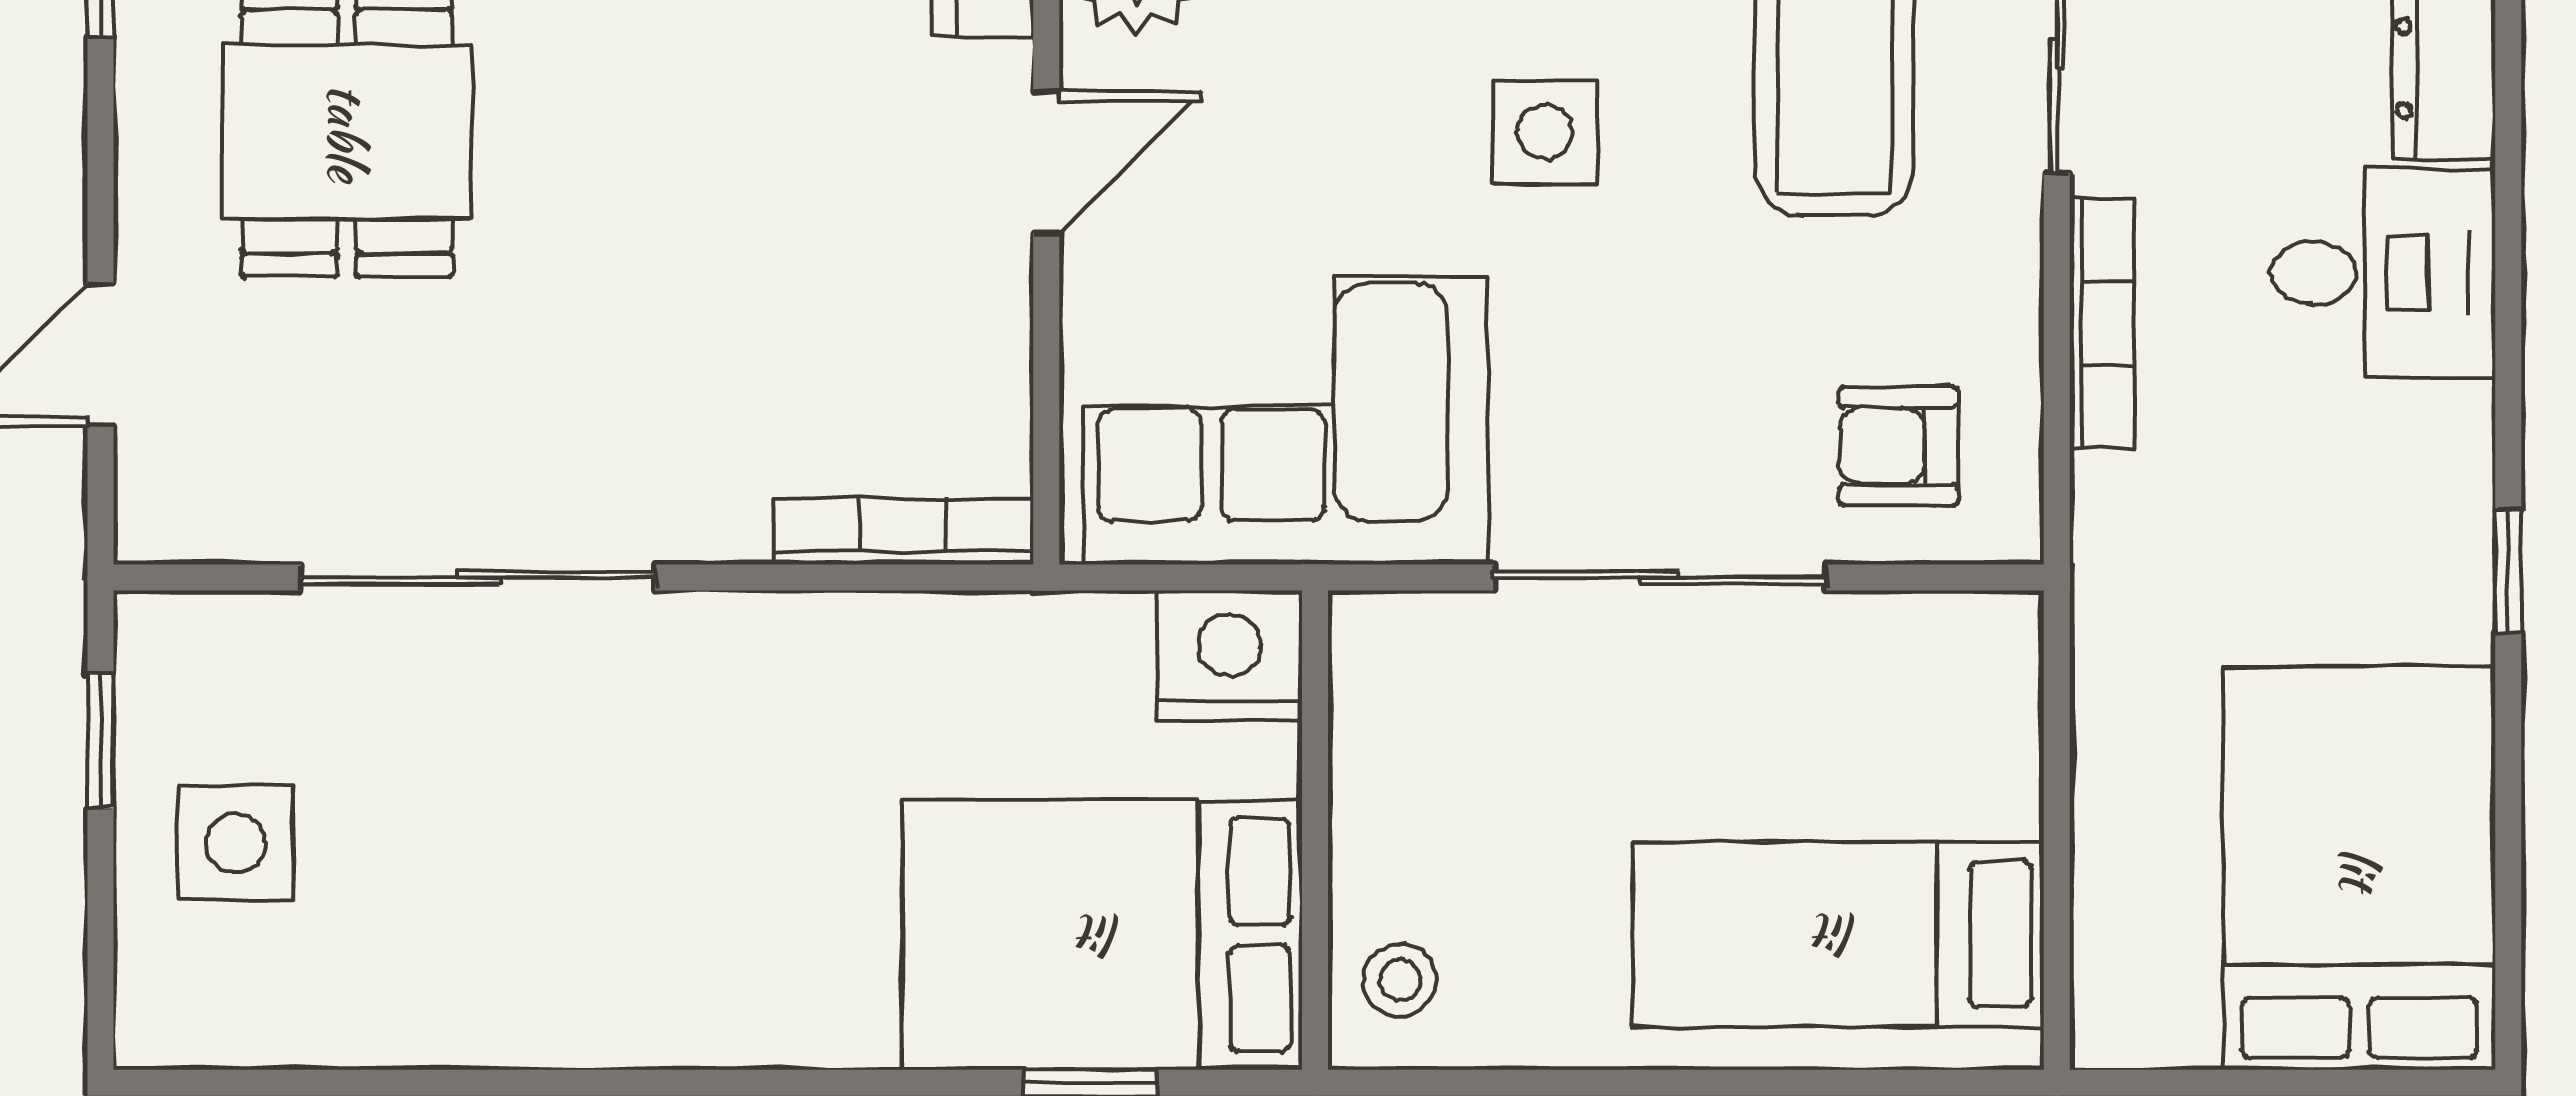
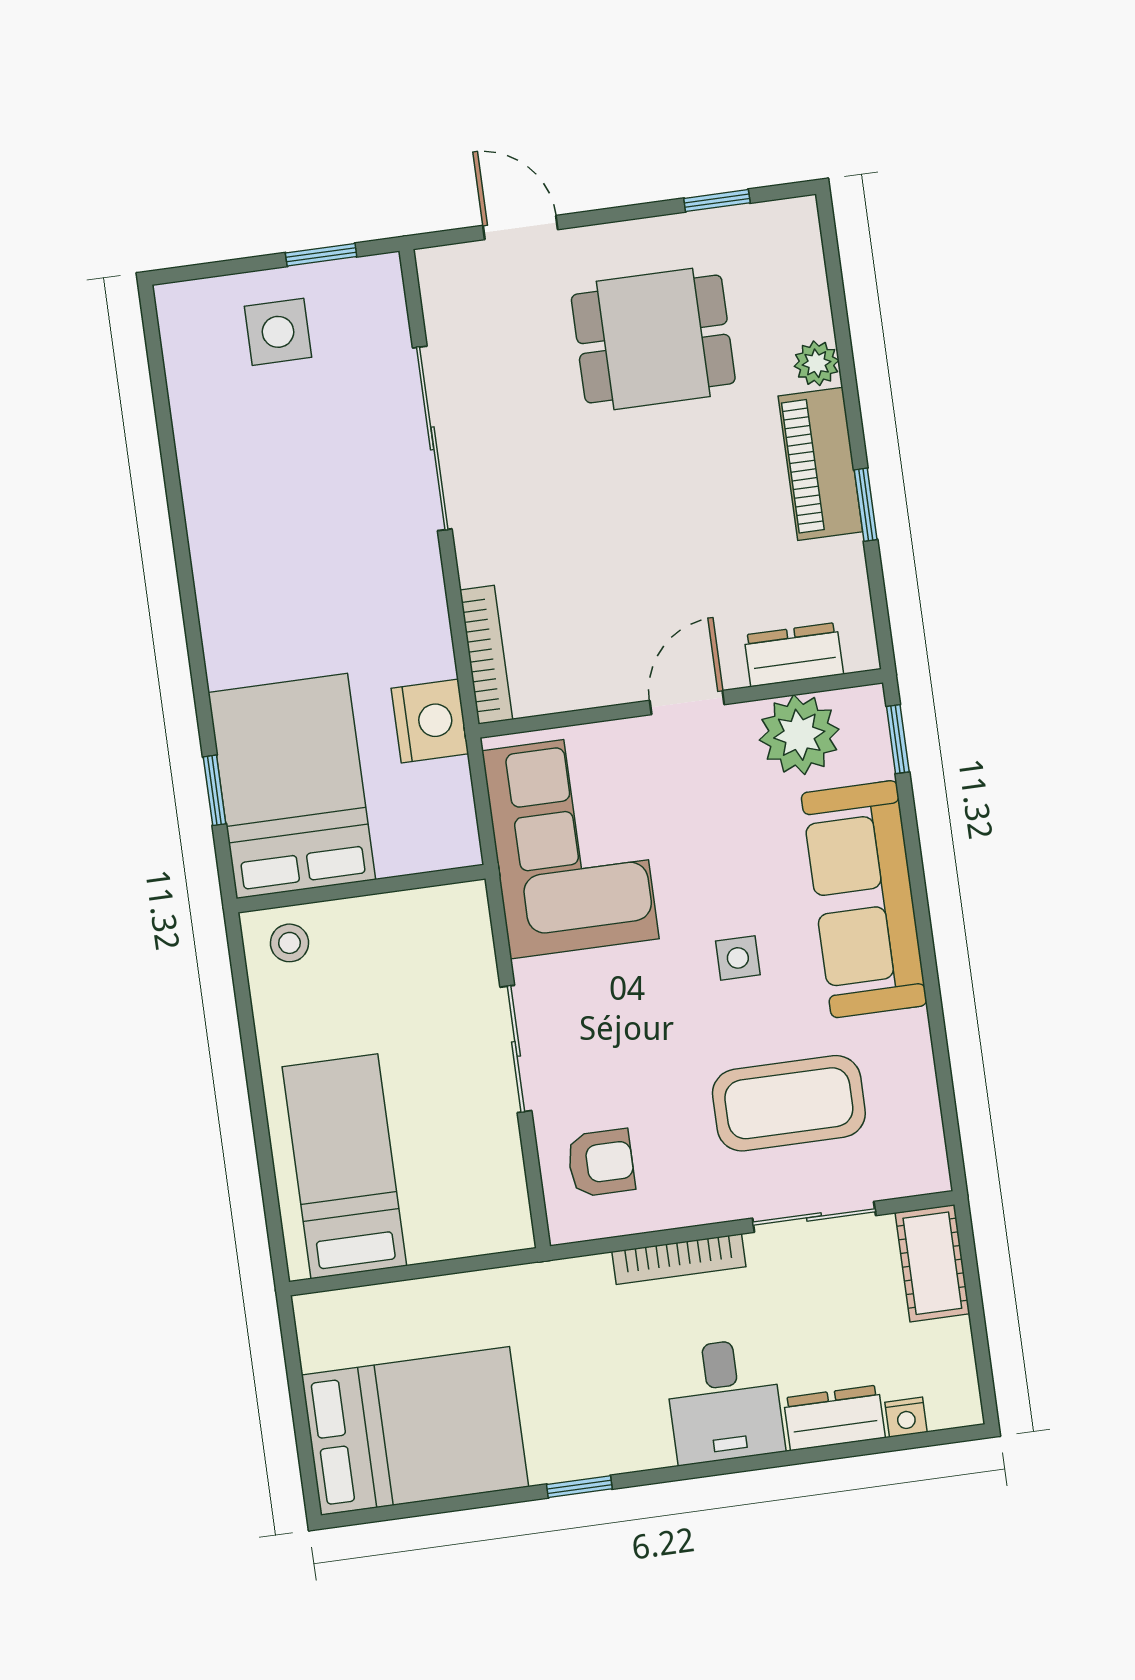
side table: (1545, 132) -> (738, 958), width x0.73, depth x0.73
door: (1046, 162) -> (687, 703), swing flipped
armchair: (1898, 446) -> (601, 1163), turned 90
sliding door: (1660, 577) -> (516, 1049), width x0.73
nightstand: (1230, 656) -> (430, 721), moved

